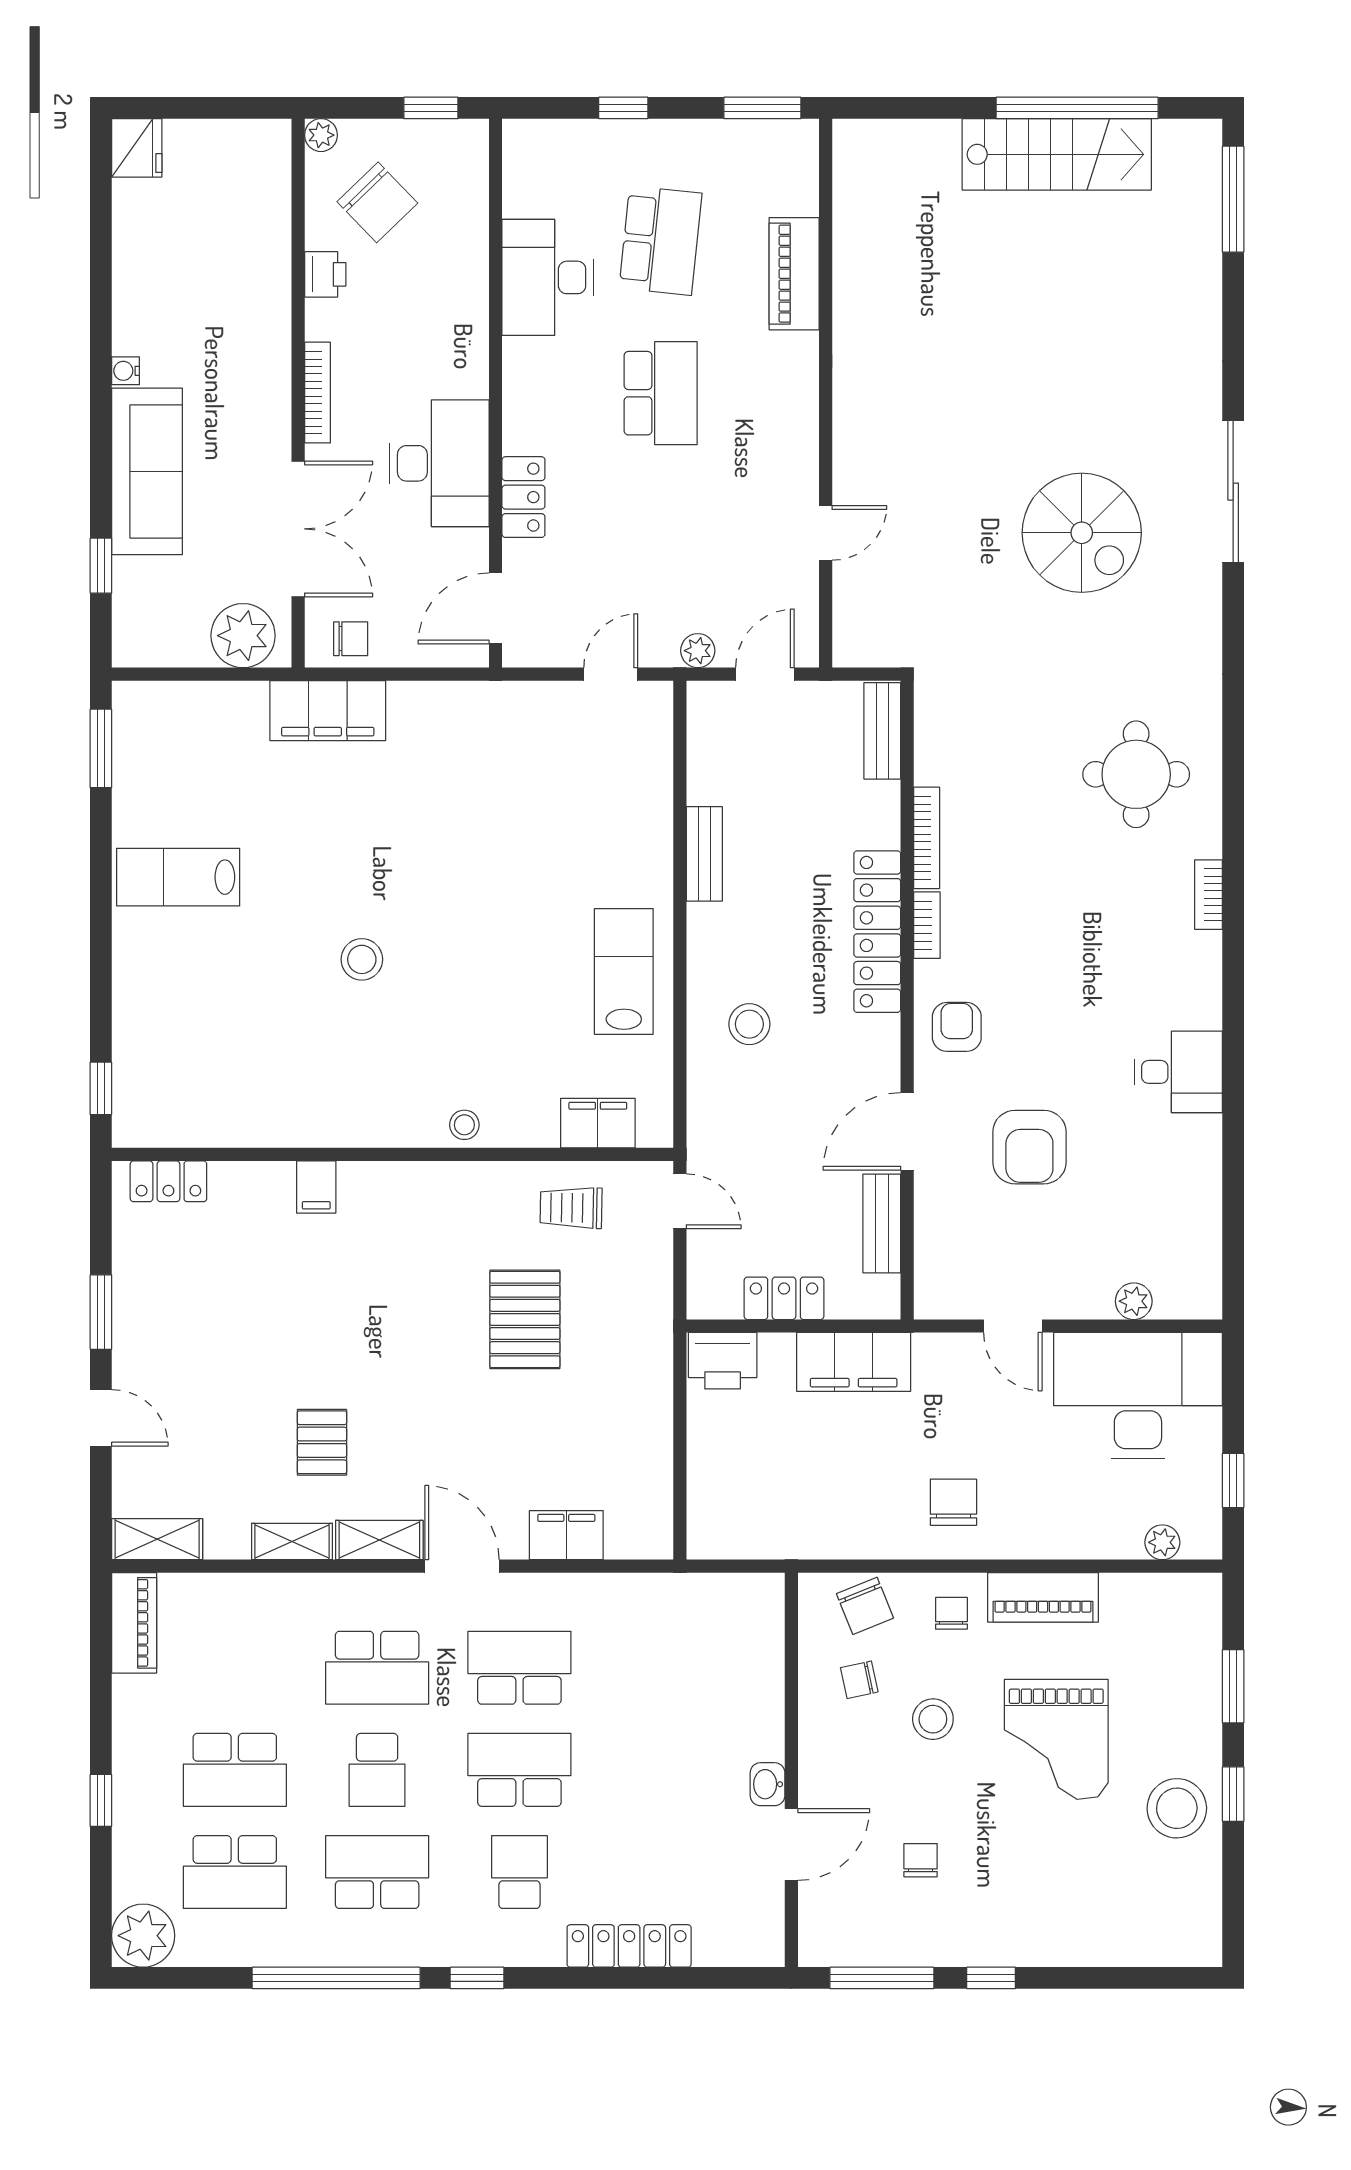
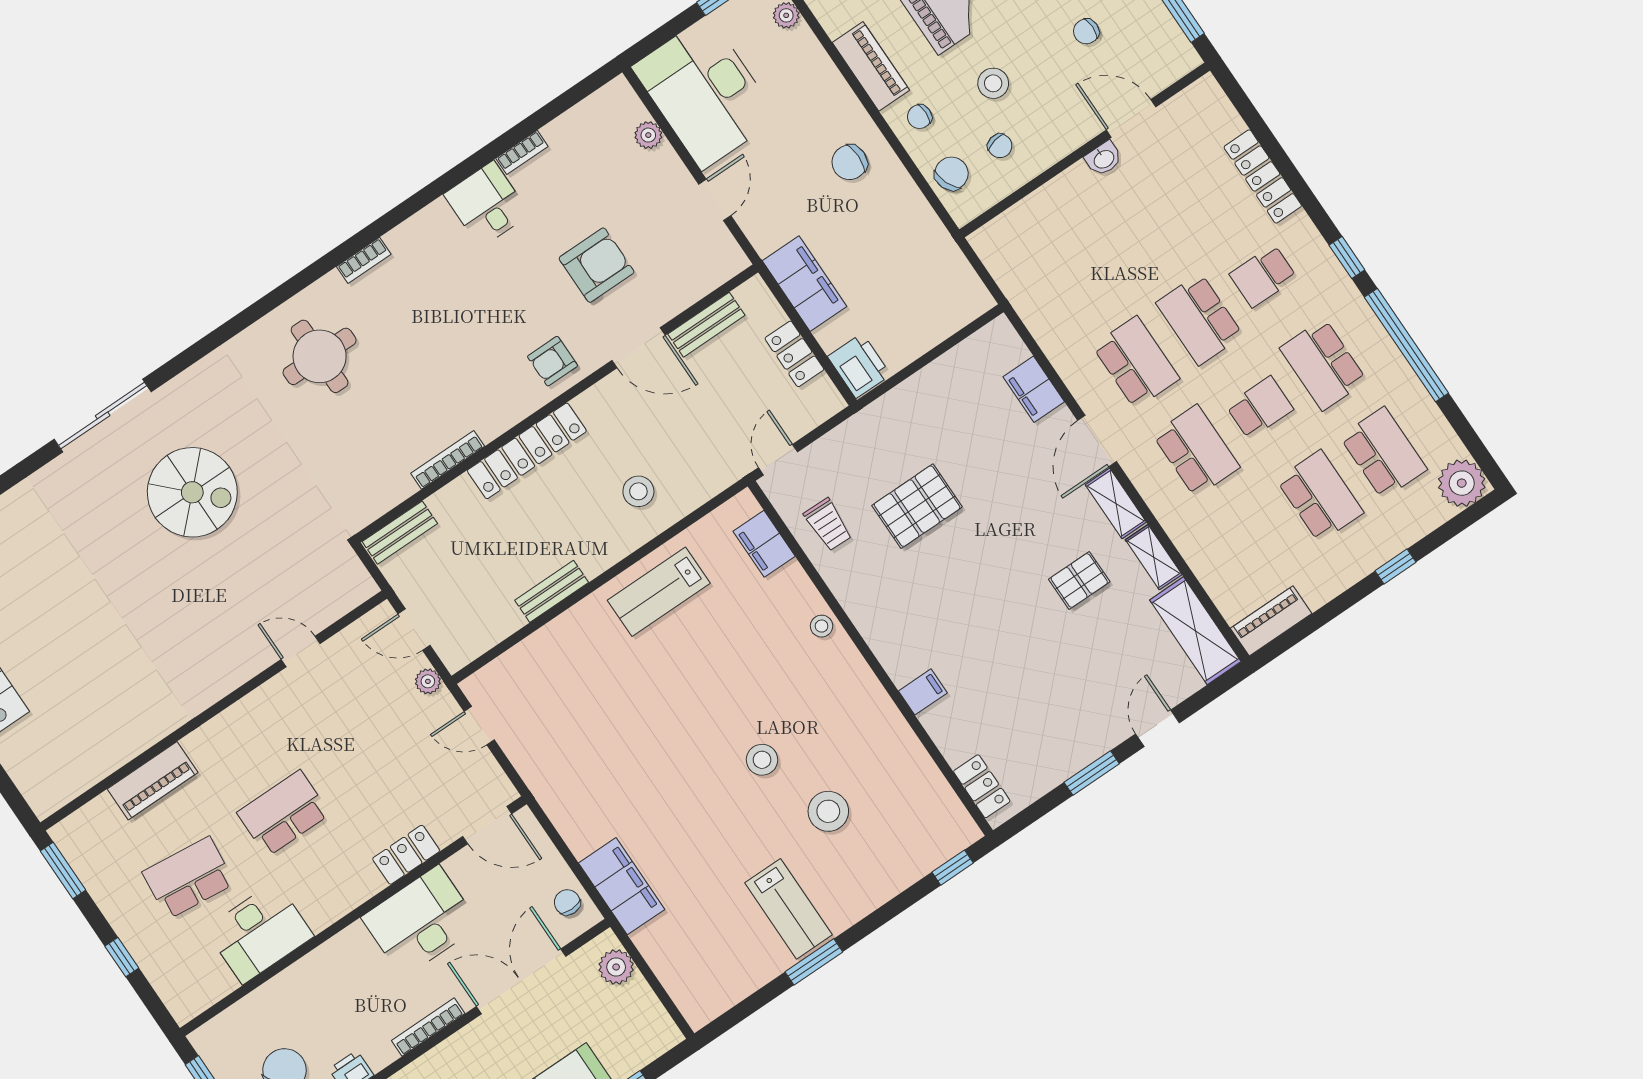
spiral stairs: (1082, 533) -> (192, 492), turned 90
plant: (243, 636) -> (616, 967), width x0.73, depth x0.73
window: (101, 748) -> (814, 962), moved
bookcase: (927, 925) -> (522, 152), moved, turned 180
stool: (256, 994) -> (828, 811), added
shelving: (157, 1539) -> (1195, 631), width x1.50, depth x1.33
school desk: (519, 1668) -> (1136, 362), turned 180

